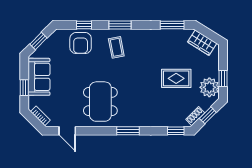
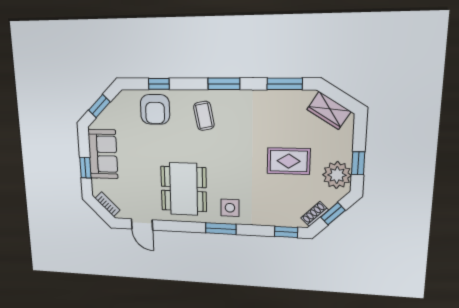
window: (120, 25) -> (224, 84), moved
side table: (135, 114) -> (230, 208), added

